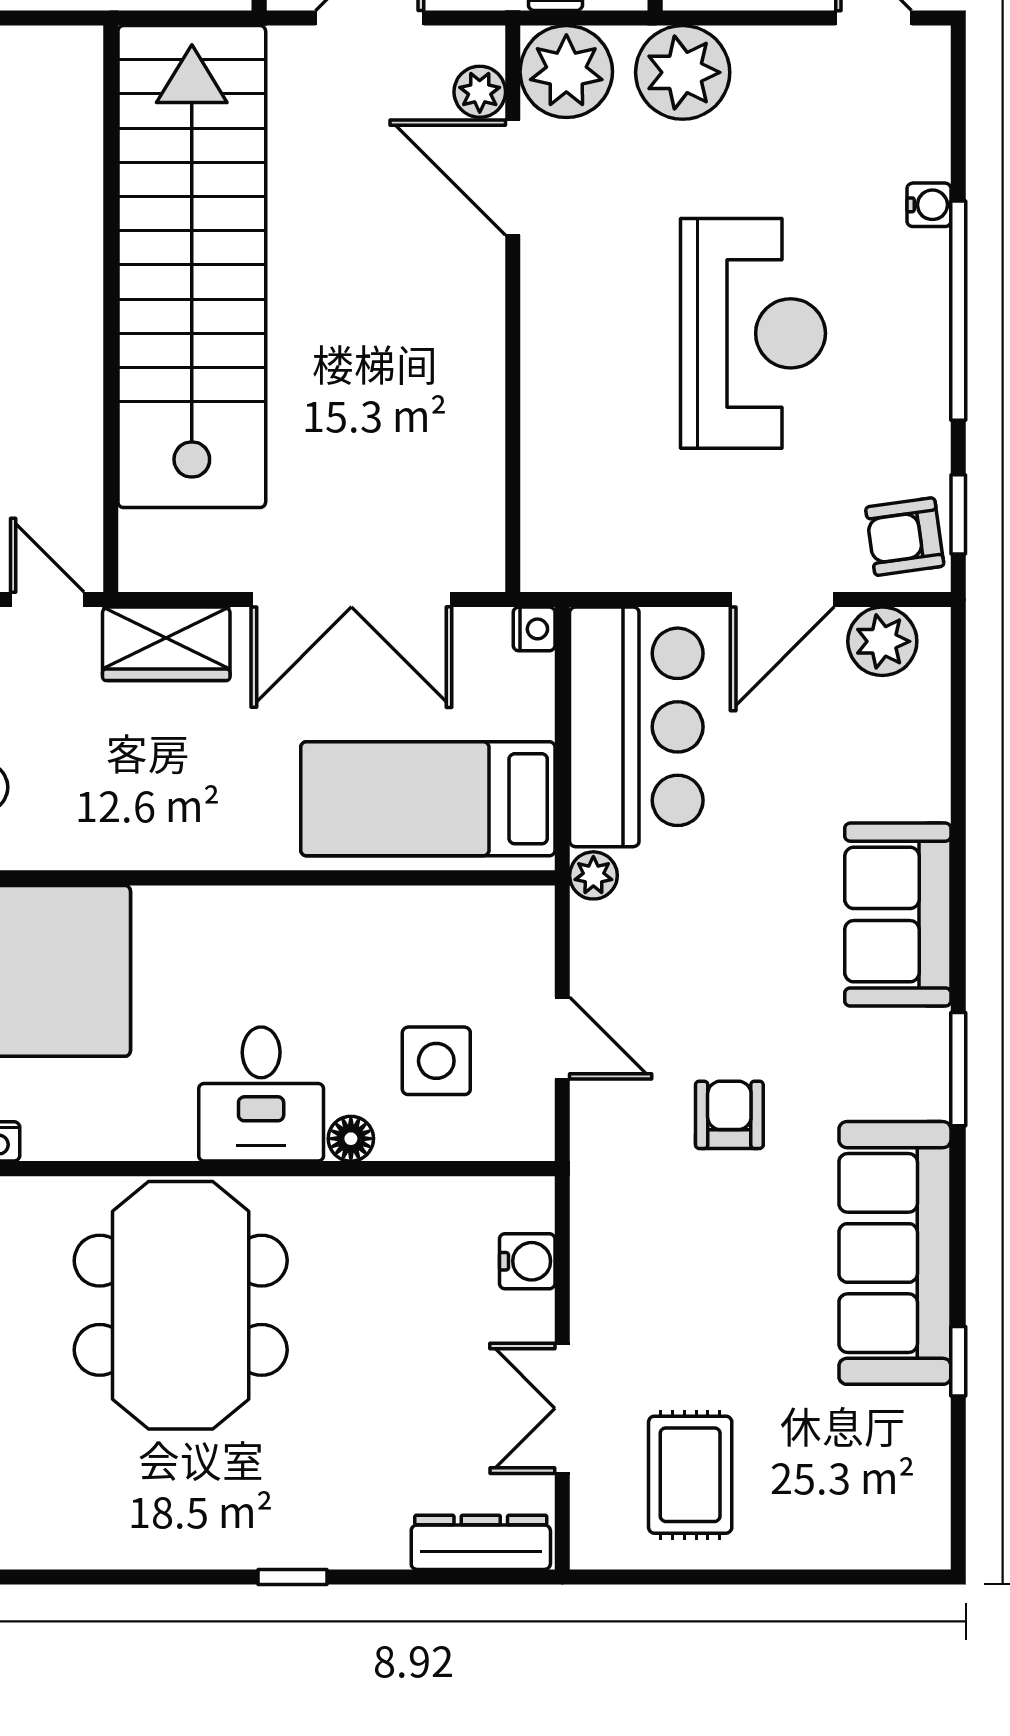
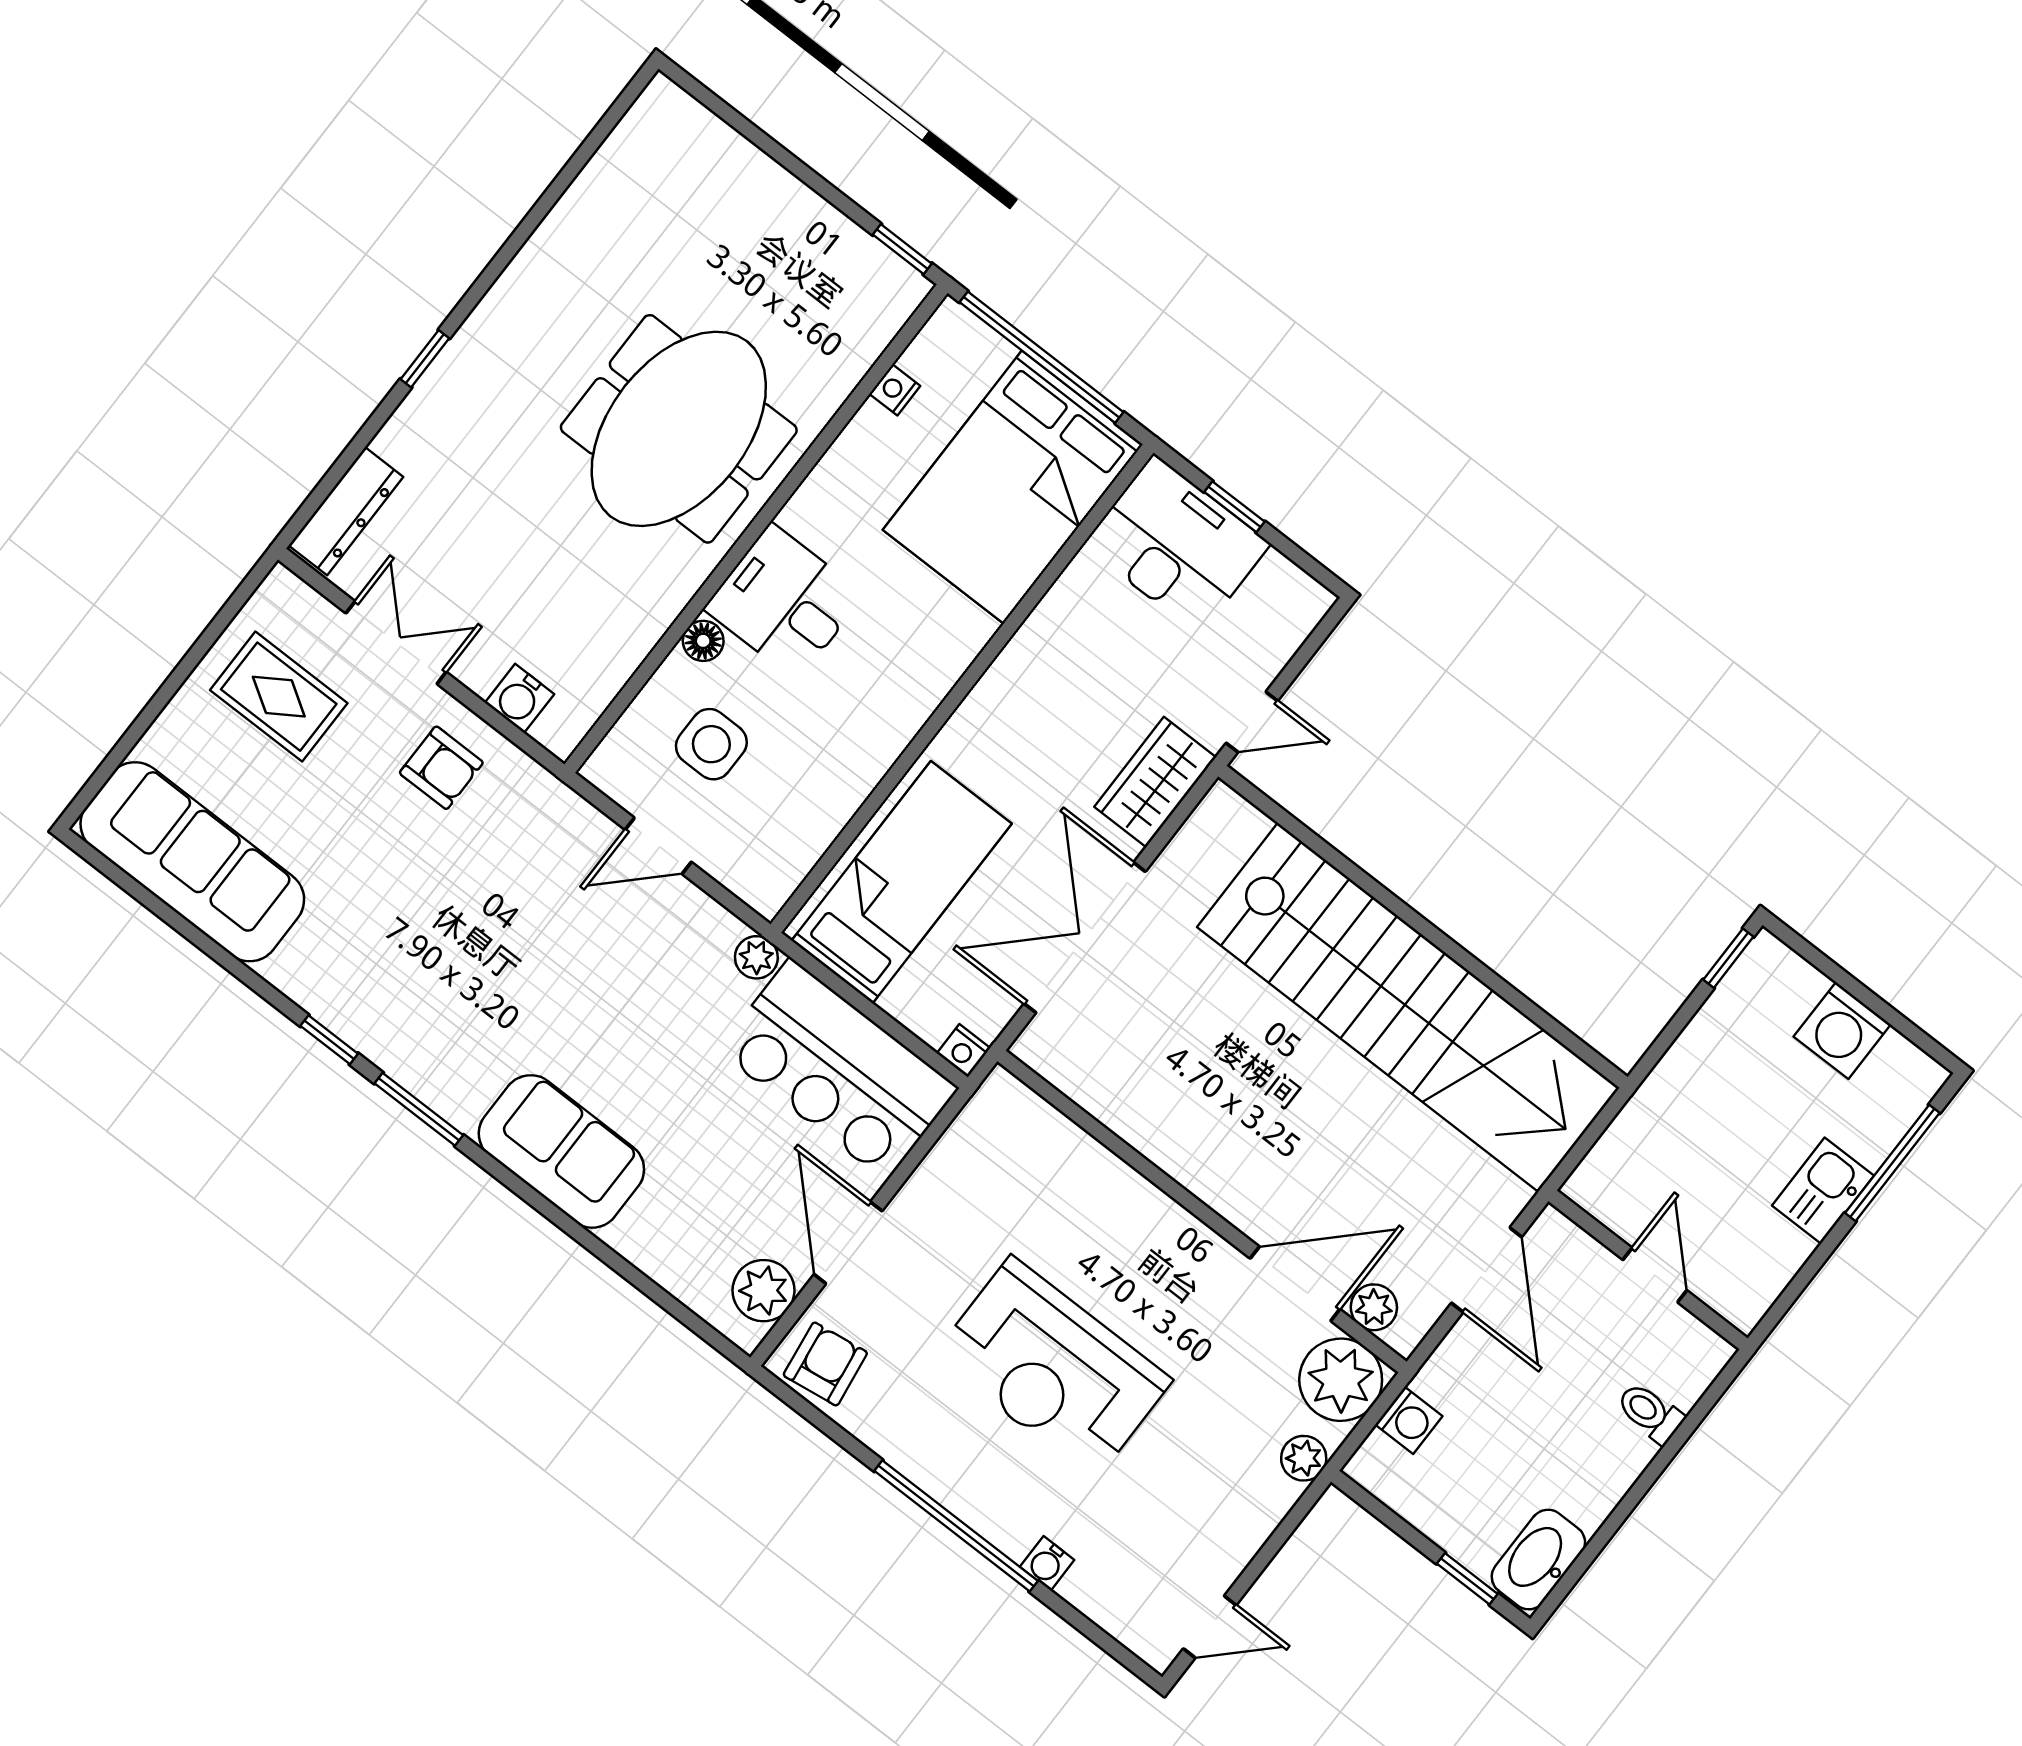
plant: (683, 72) -> (1304, 1458), width x0.53, depth x0.53
window: (958, 514) -> (812, 1414), removed
armchair: (729, 1115) -> (441, 768), moved
sofa: (895, 1253) -> (192, 862), moved
meeting table: (181, 1305) -> (679, 429), turned 90
window: (958, 1361) -> (329, 1040), moved

